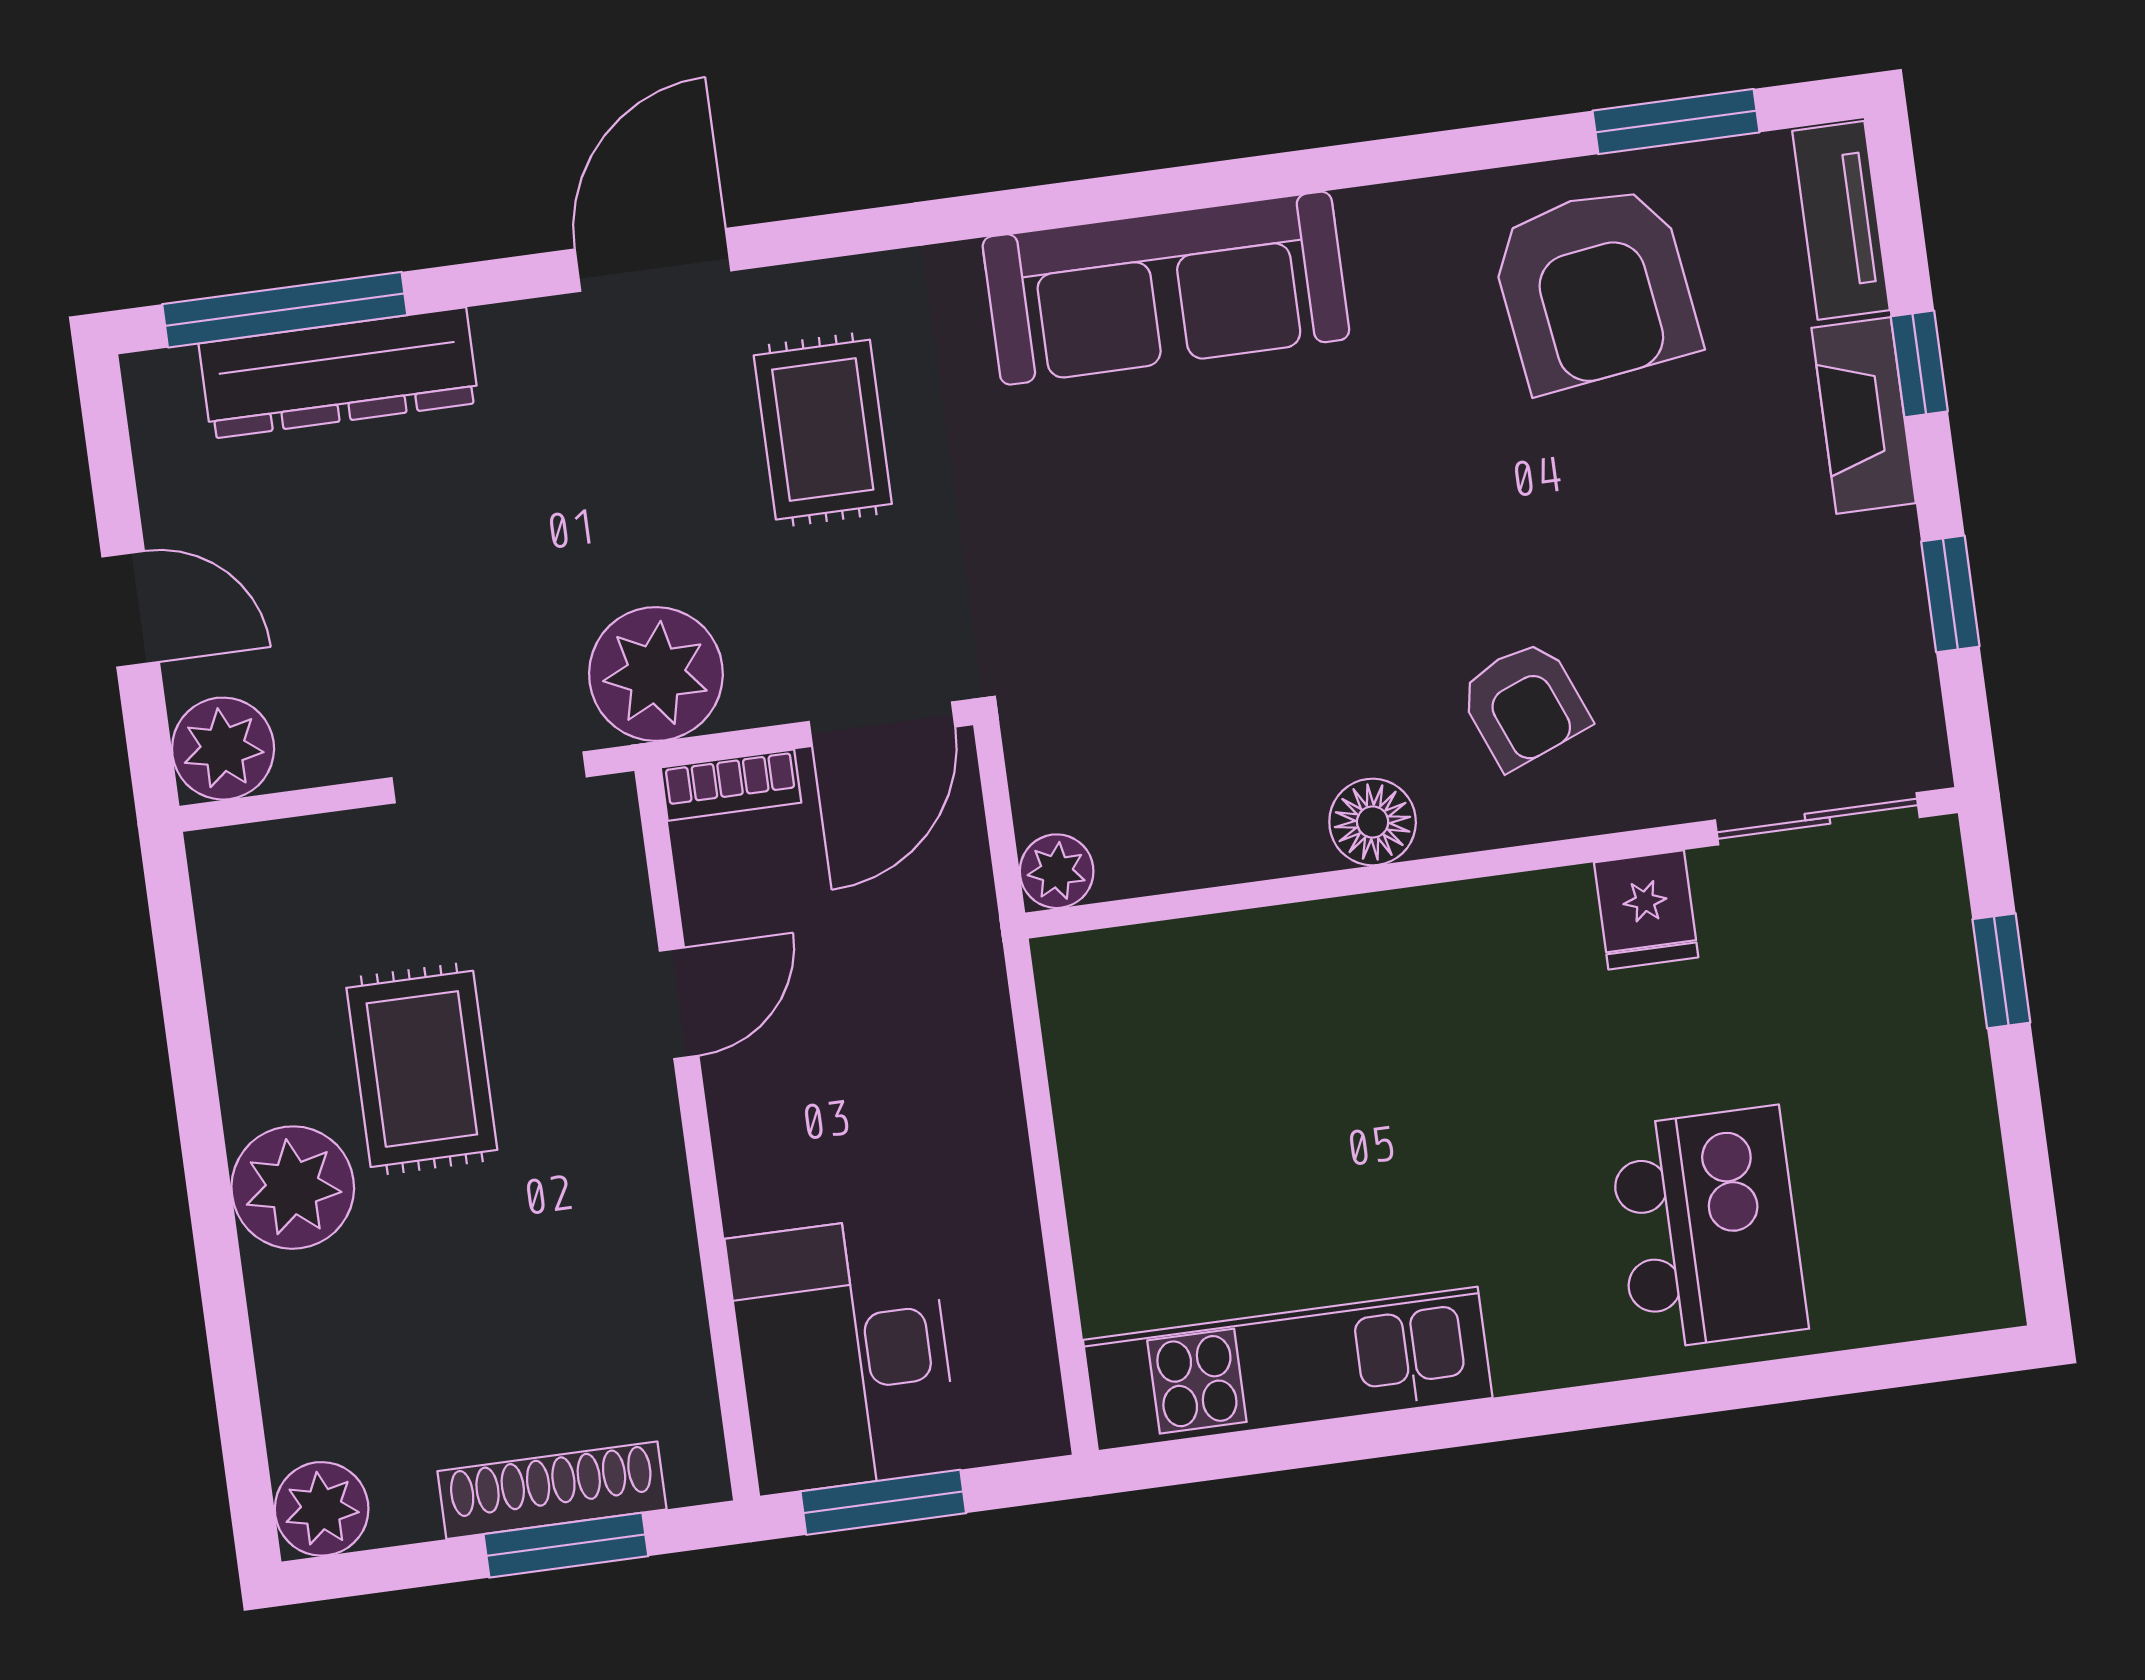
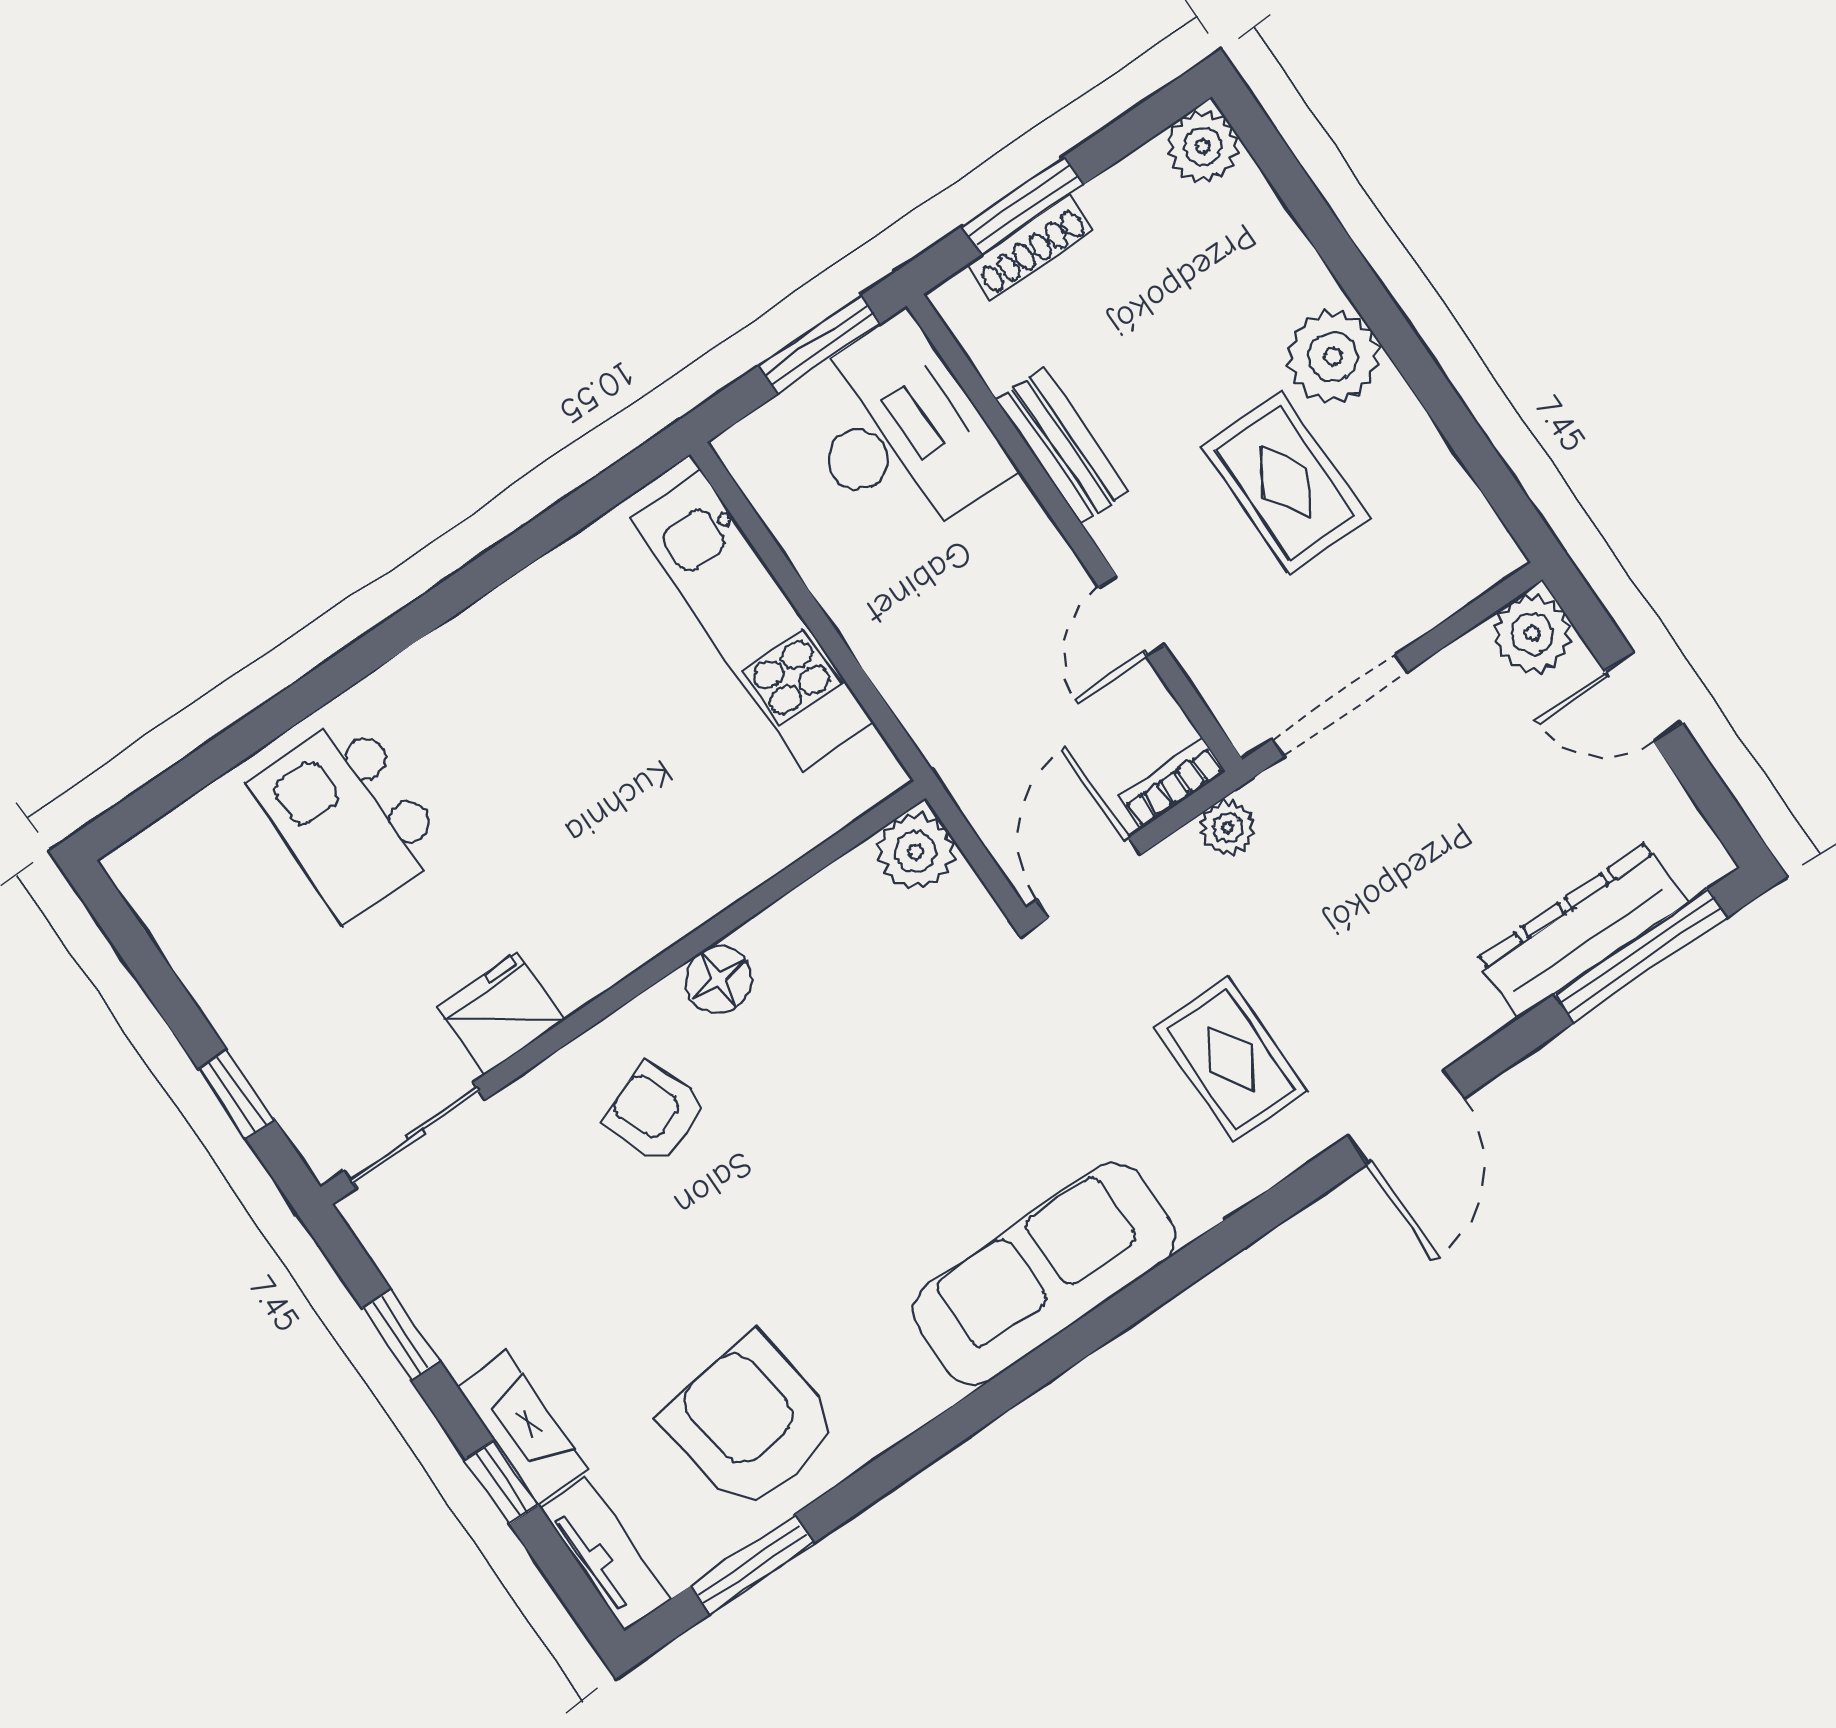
plant: (656, 674) -> (1228, 828), width x0.53, depth x0.53
plant: (1057, 871) -> (916, 852), width x1.38, depth x1.38
fridge: (1646, 910) -> (501, 1014), width x1.38
bench: (660, 1242) -> (1062, 446), added
kitchen unit: (1288, 1369) -> (752, 619), moved, turned 90
shoe rack: (552, 1490) -> (1029, 247), width x0.74, depth x0.81

